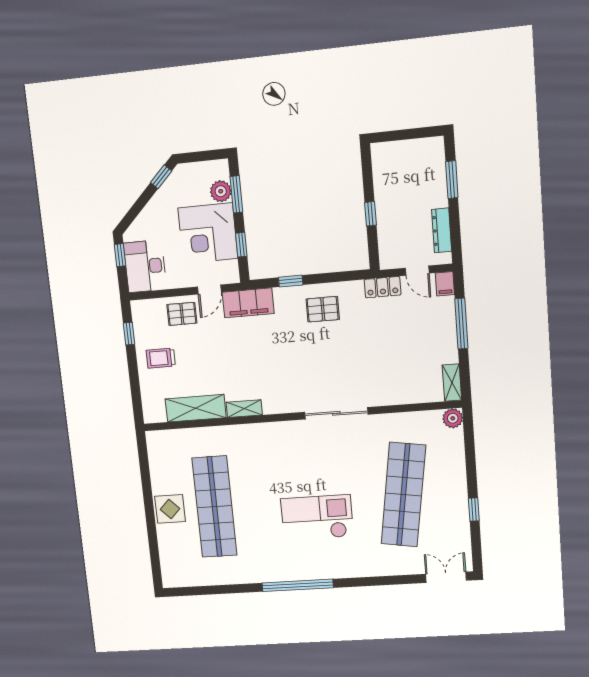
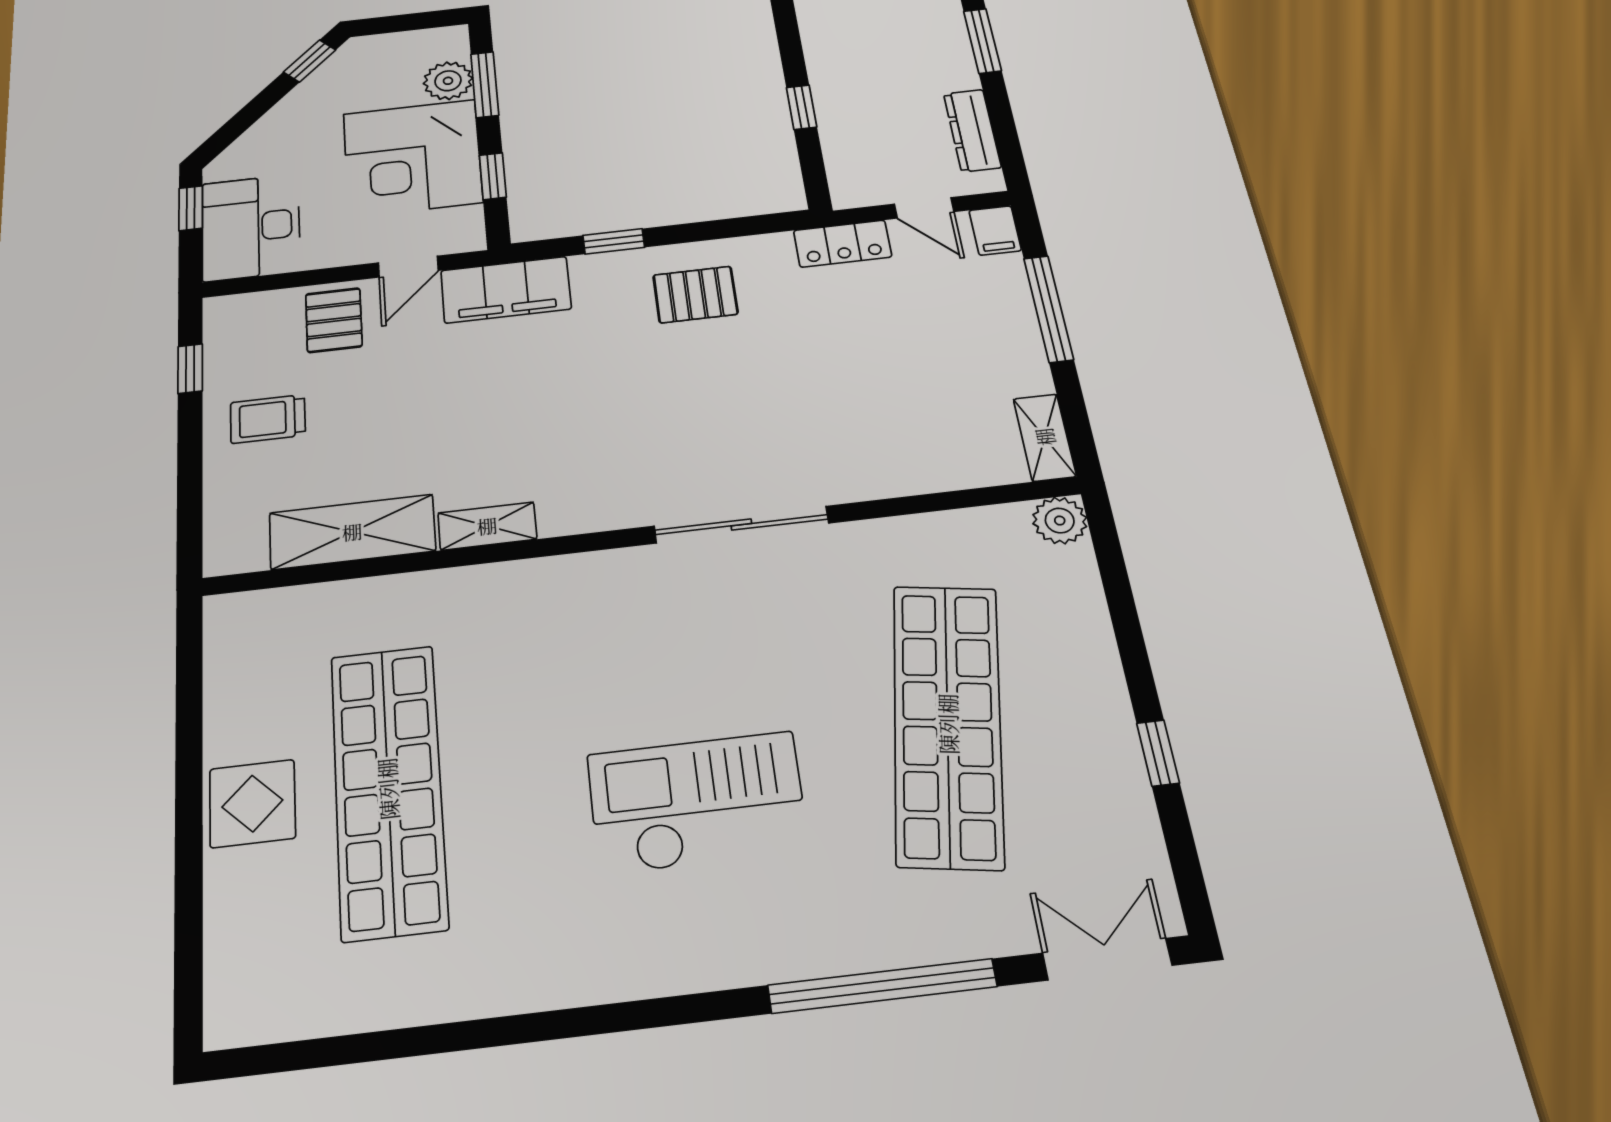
pallet: (182, 314) -> (334, 320), turned 90
window: (298, 585) -> (882, 986), moved

